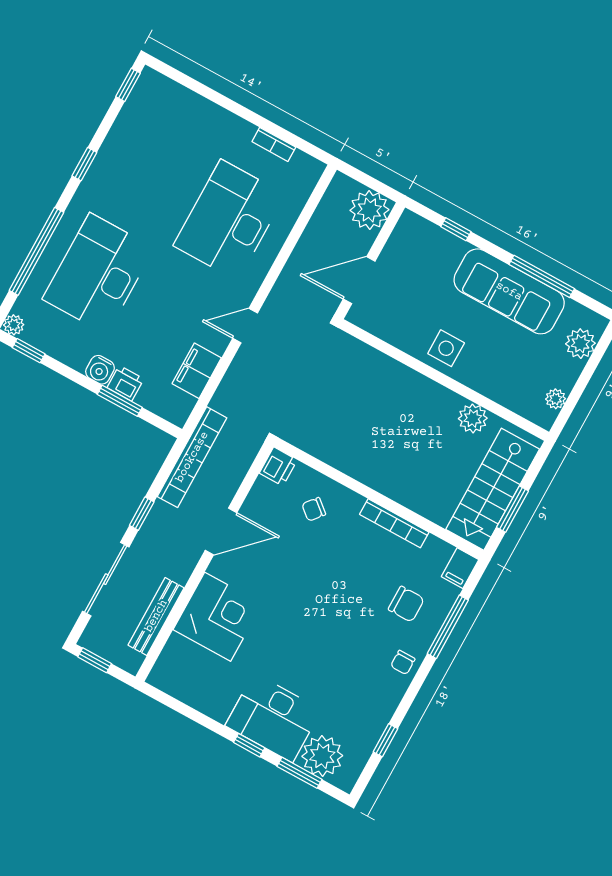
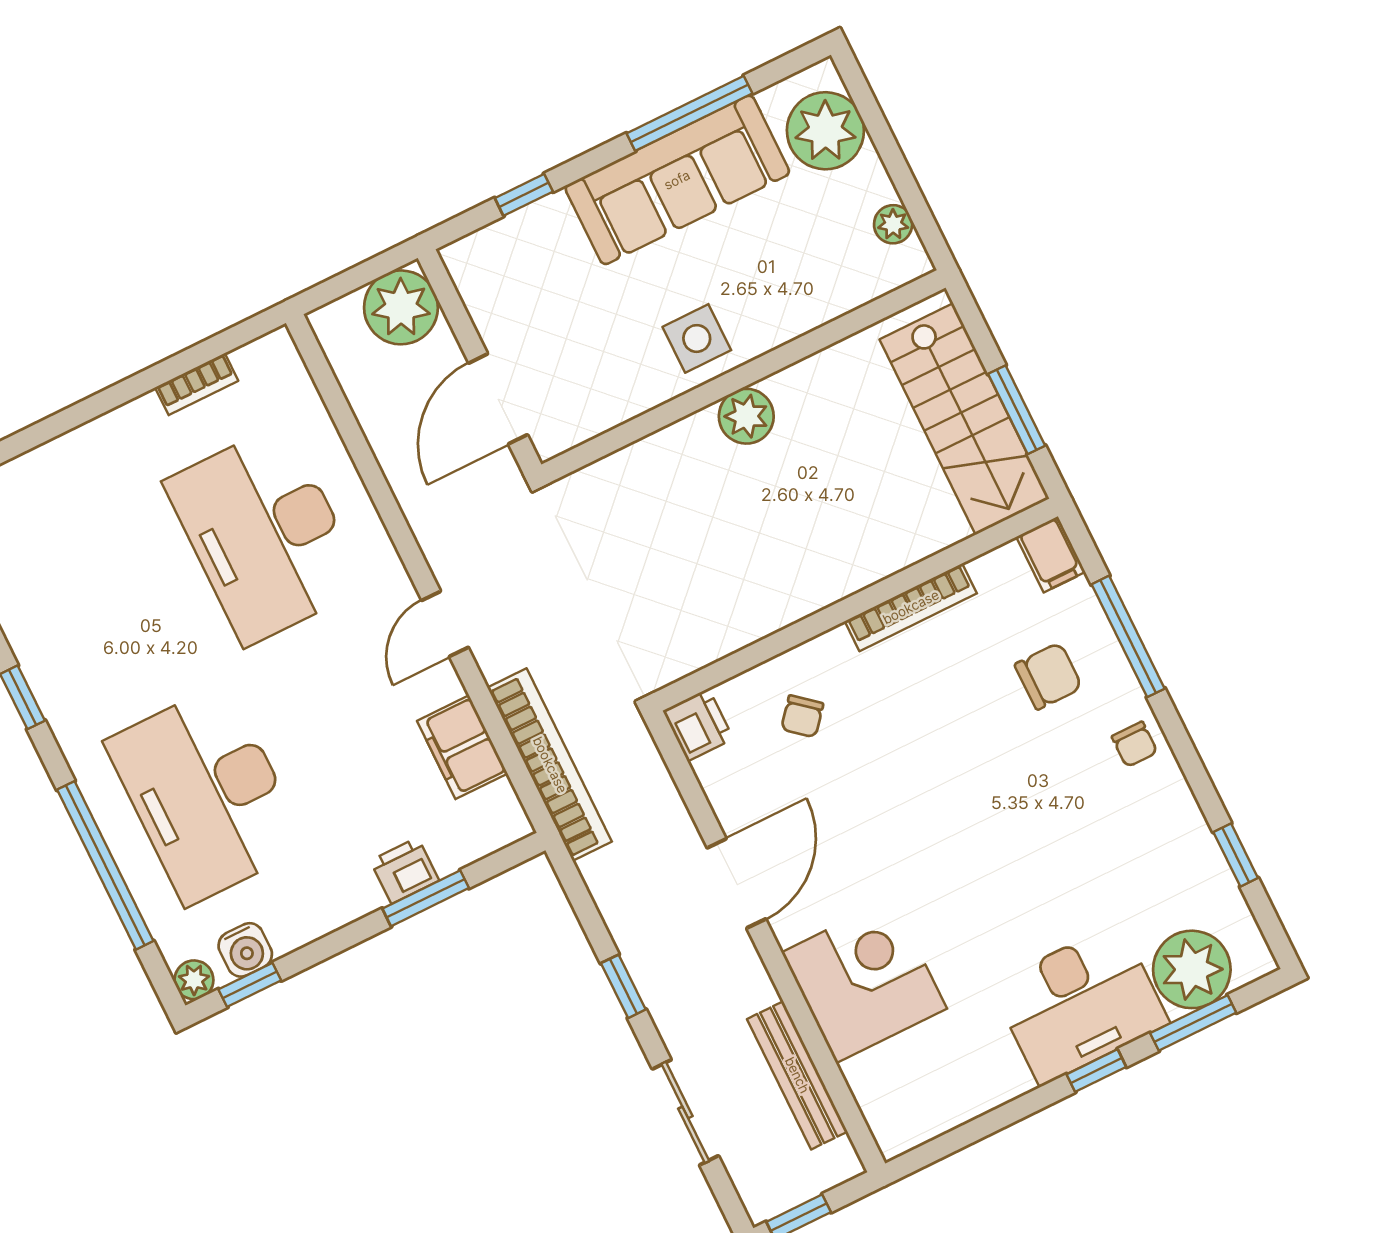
plant: (580, 344) -> (825, 131), width x1.36, depth x1.36
water cooler: (100, 370) -> (245, 950), moved
plant: (473, 418) -> (746, 416), moved
bookcase: (192, 457) -> (550, 765), moved
sliding door: (106, 579) -> (685, 1112), width x0.73

